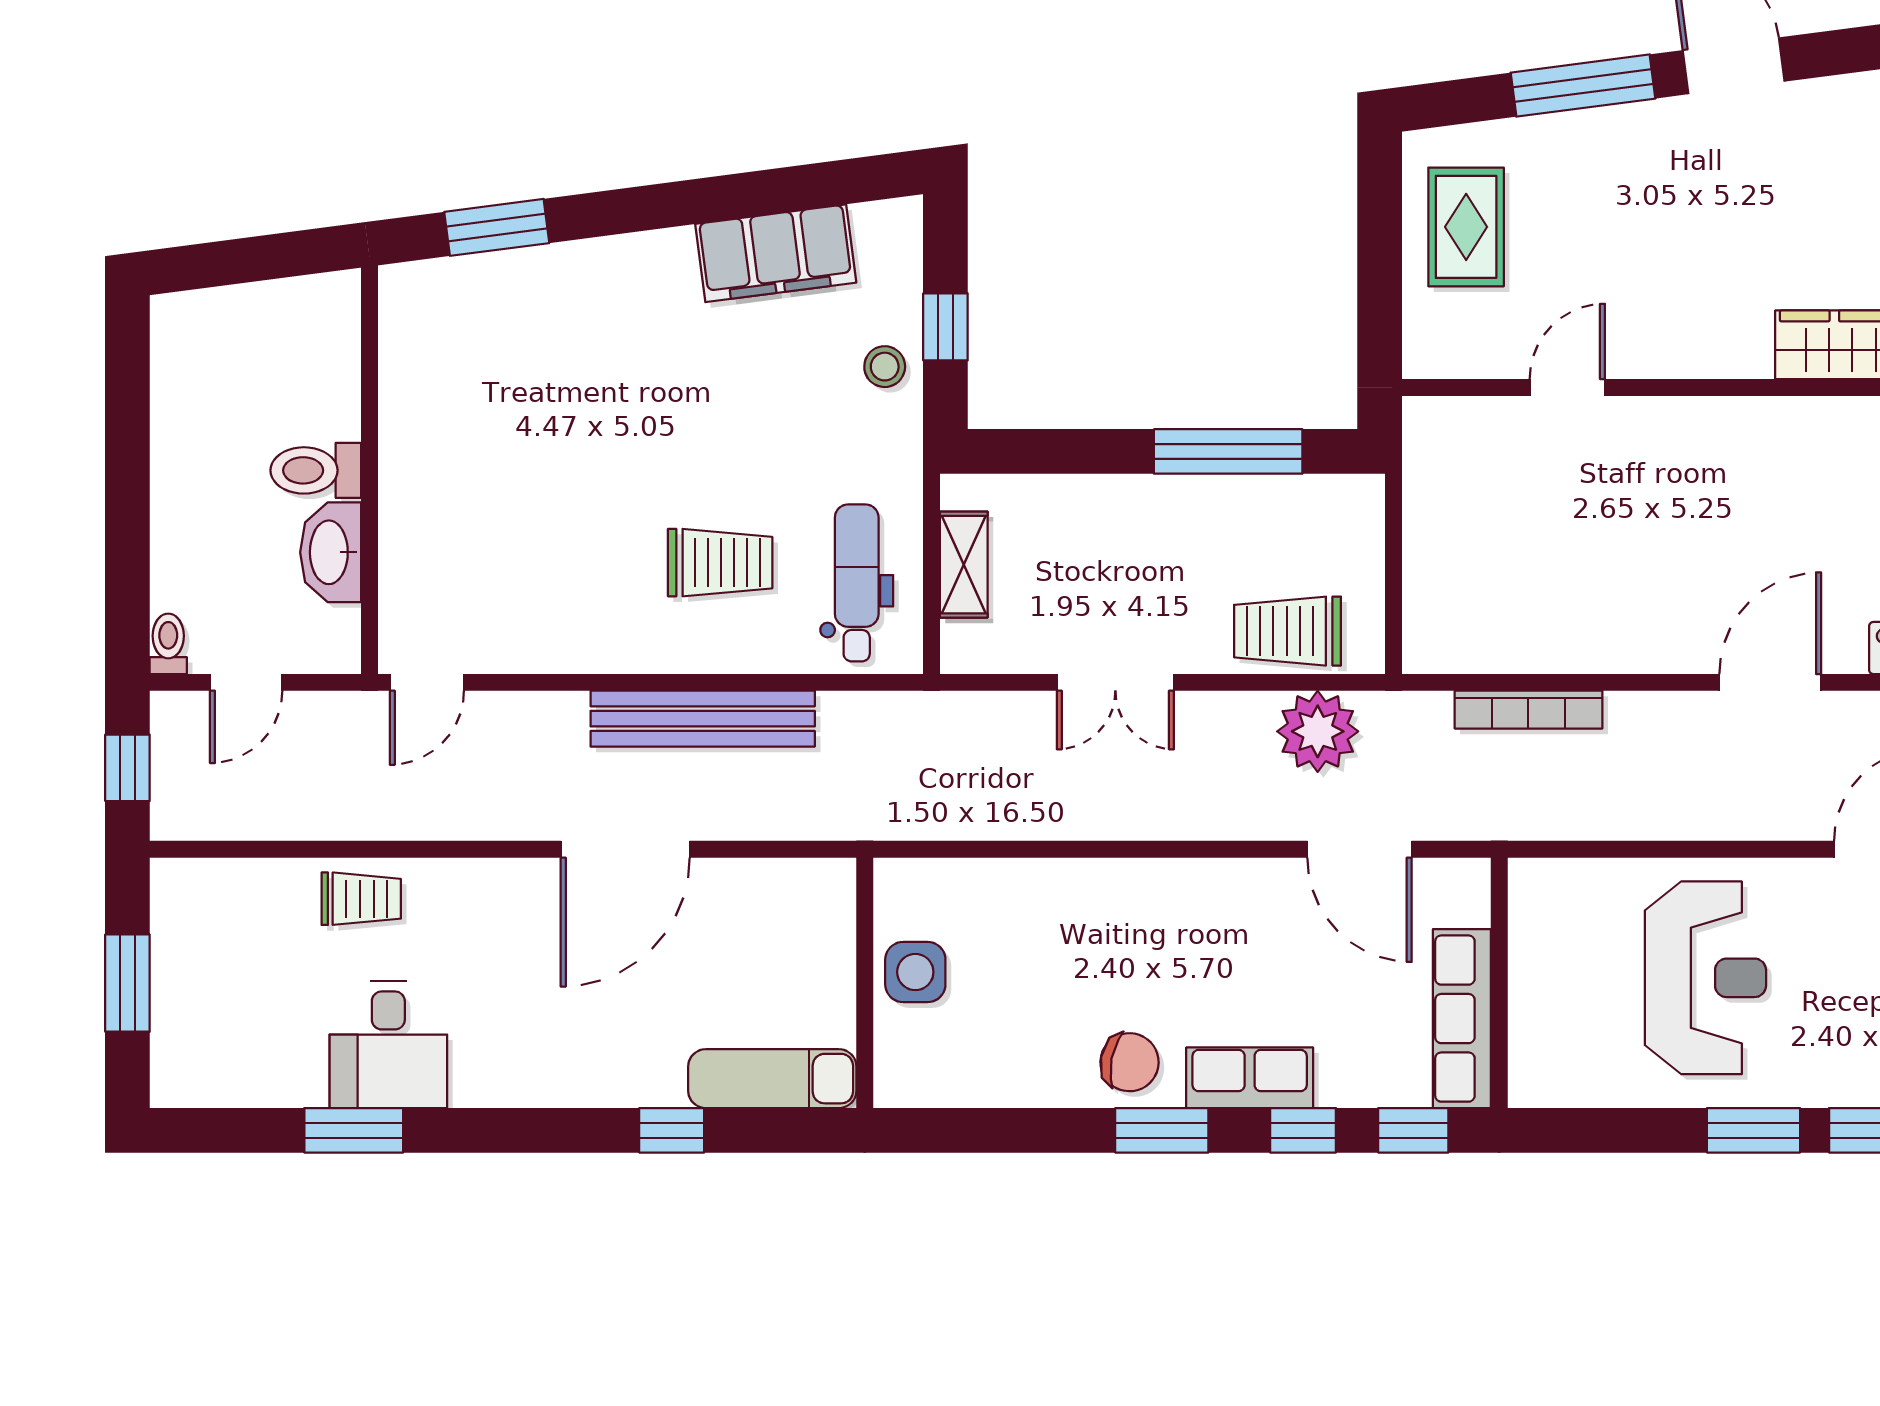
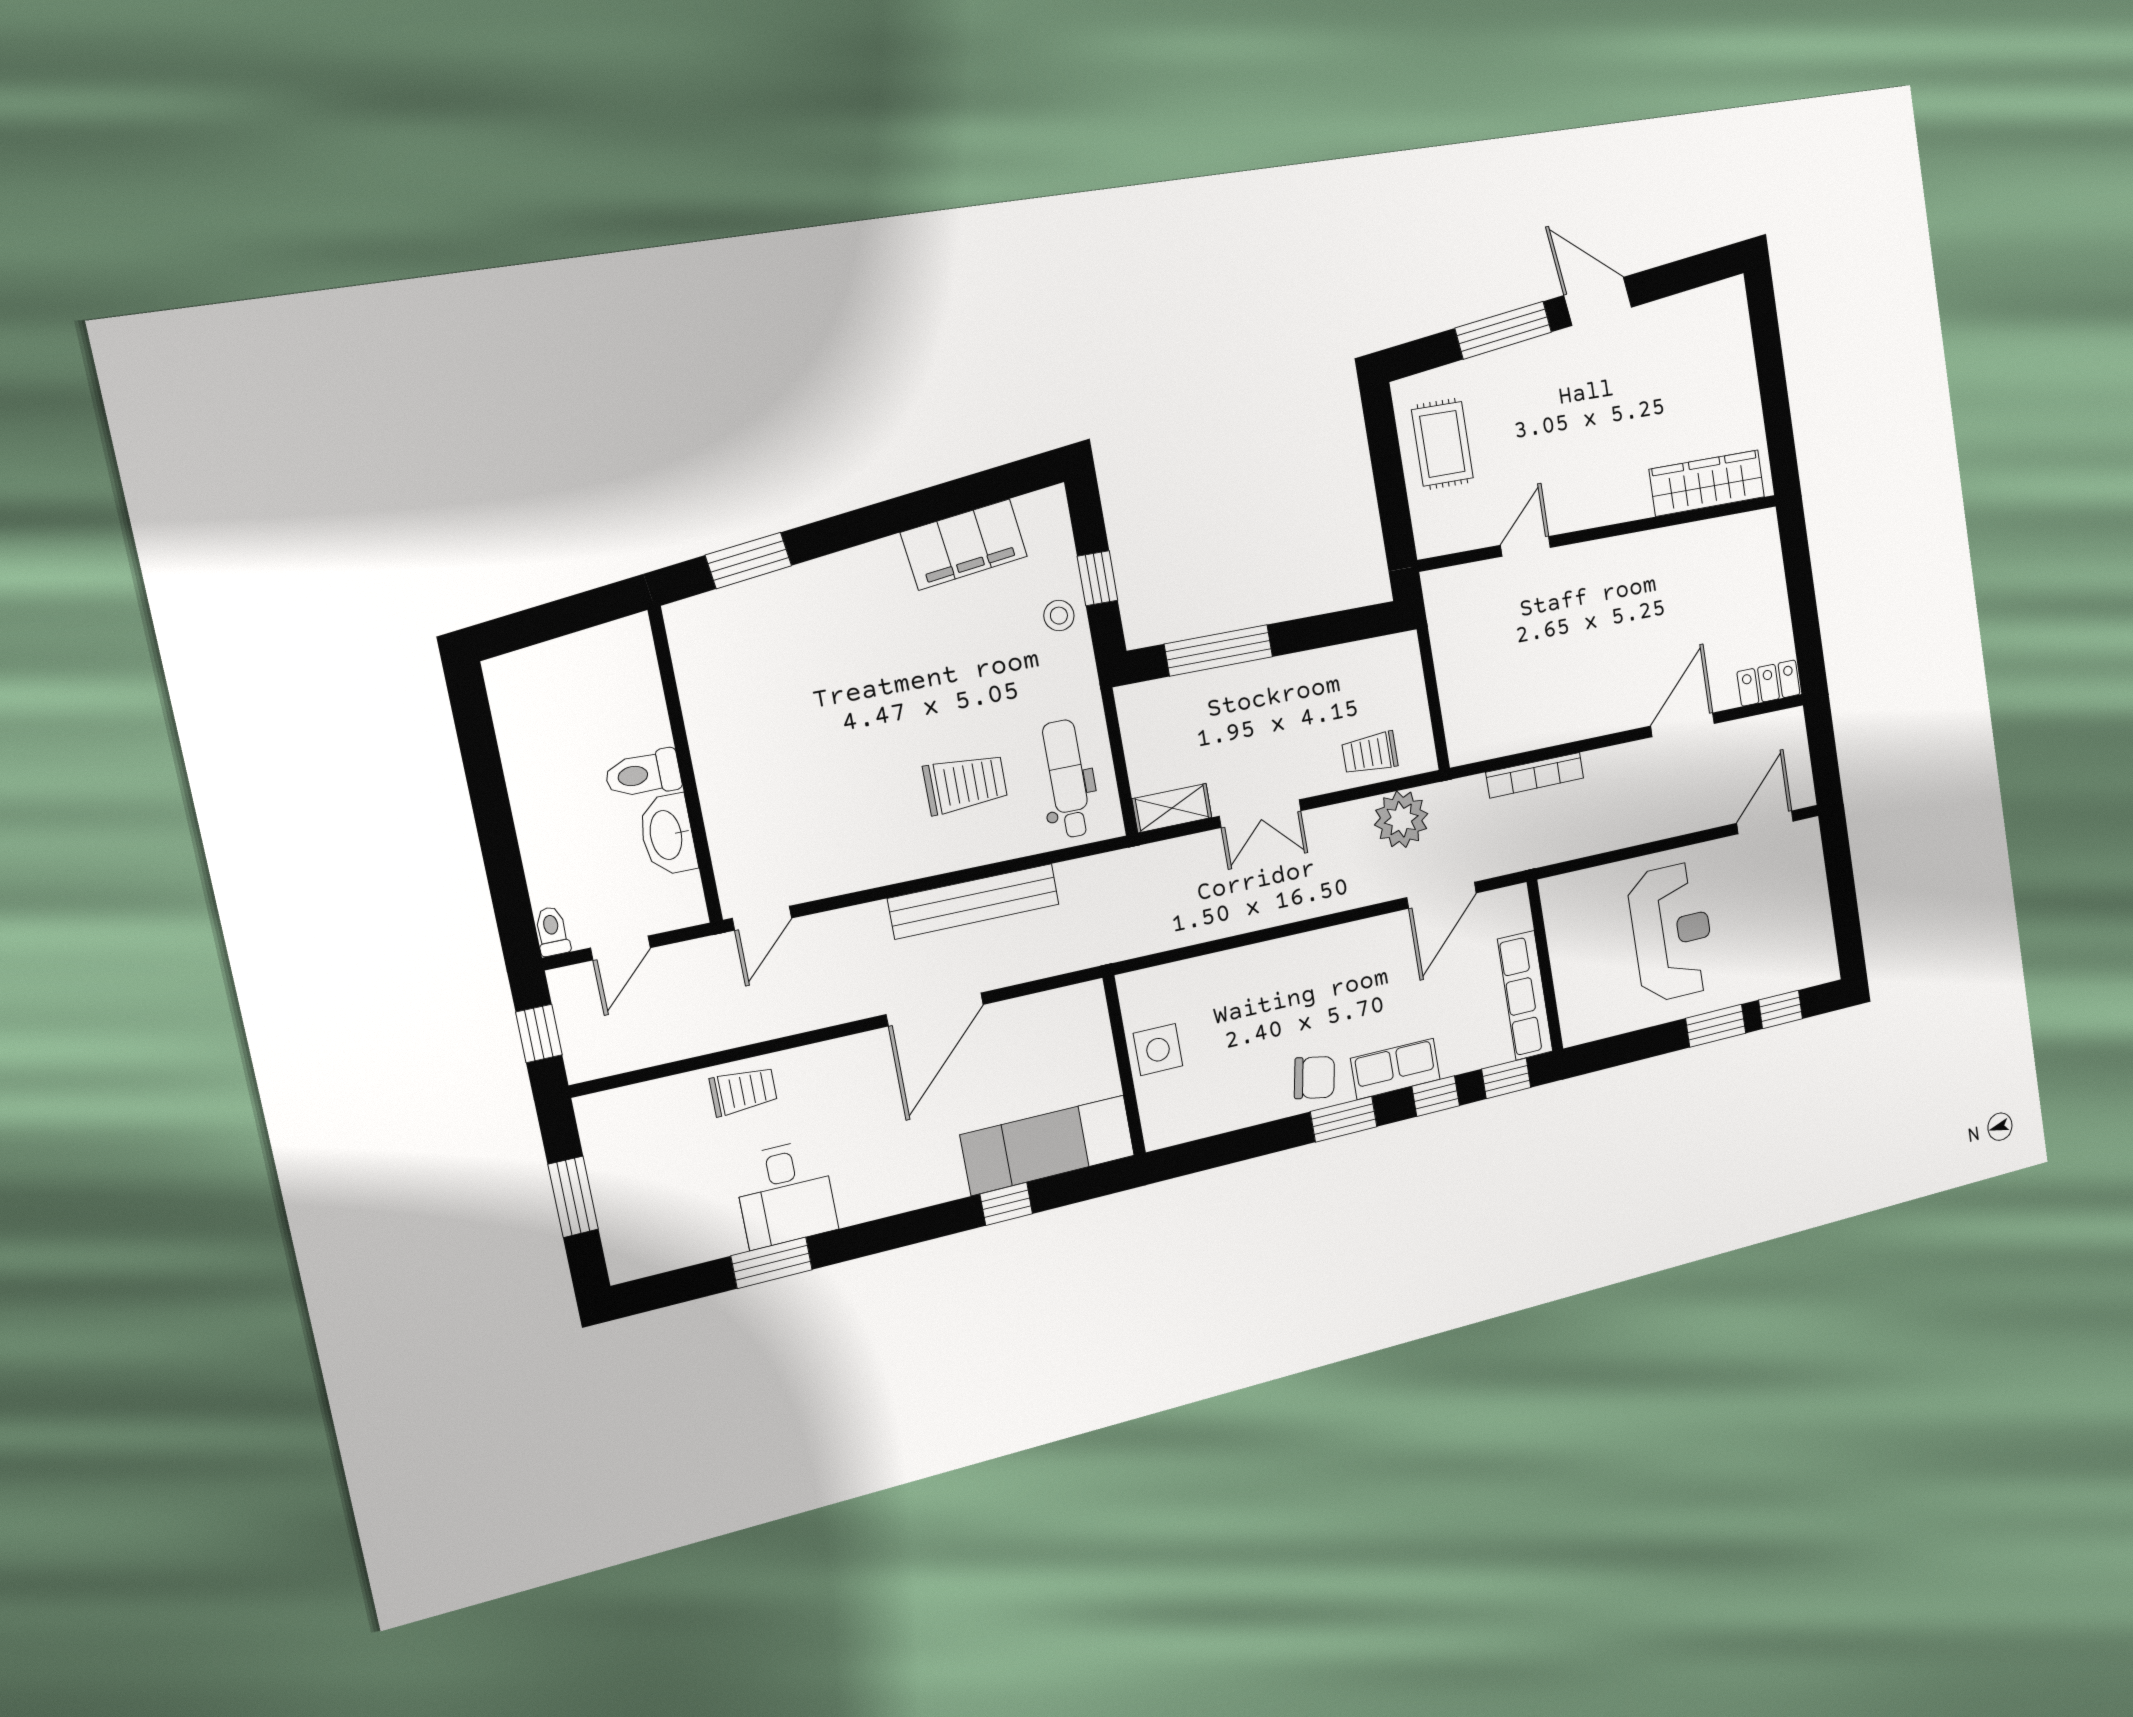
window: (1228, 451) -> (1219, 650), moved
shelving: (964, 565) -> (1172, 808), moved, turned 90
trolley: (1287, 631) -> (1370, 753), width x0.73, depth x0.72
door: (1360, 849) -> (1442, 895), hinge flipped
exam couch: (772, 1079) -> (1048, 1145), width x1.36, depth x1.45

